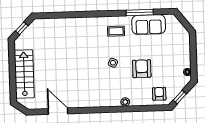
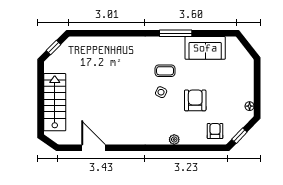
window: (140, 12) -> (176, 33), moved
coffee table: (116, 31) -> (165, 71), moved

